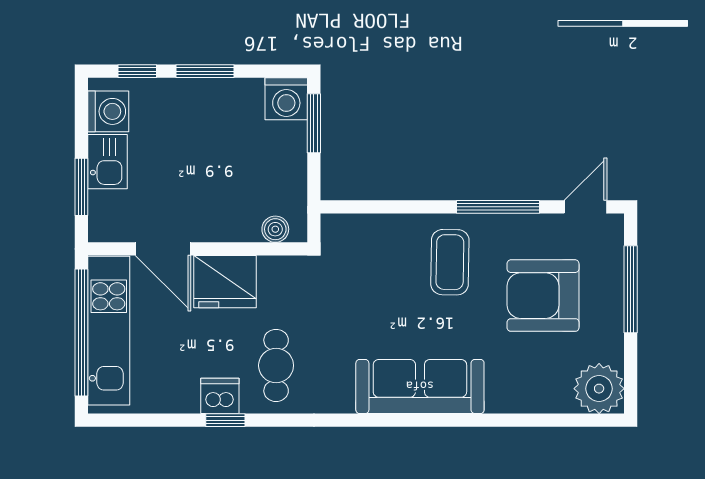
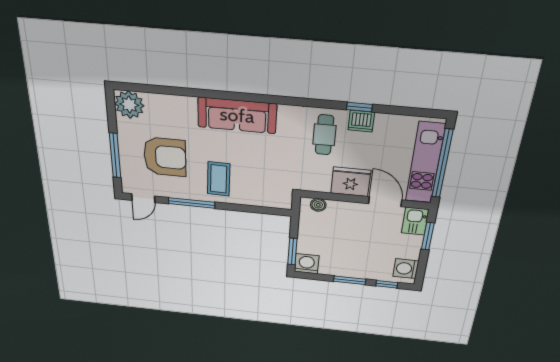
kitchen sink: (107, 162) -> (415, 221), moved

